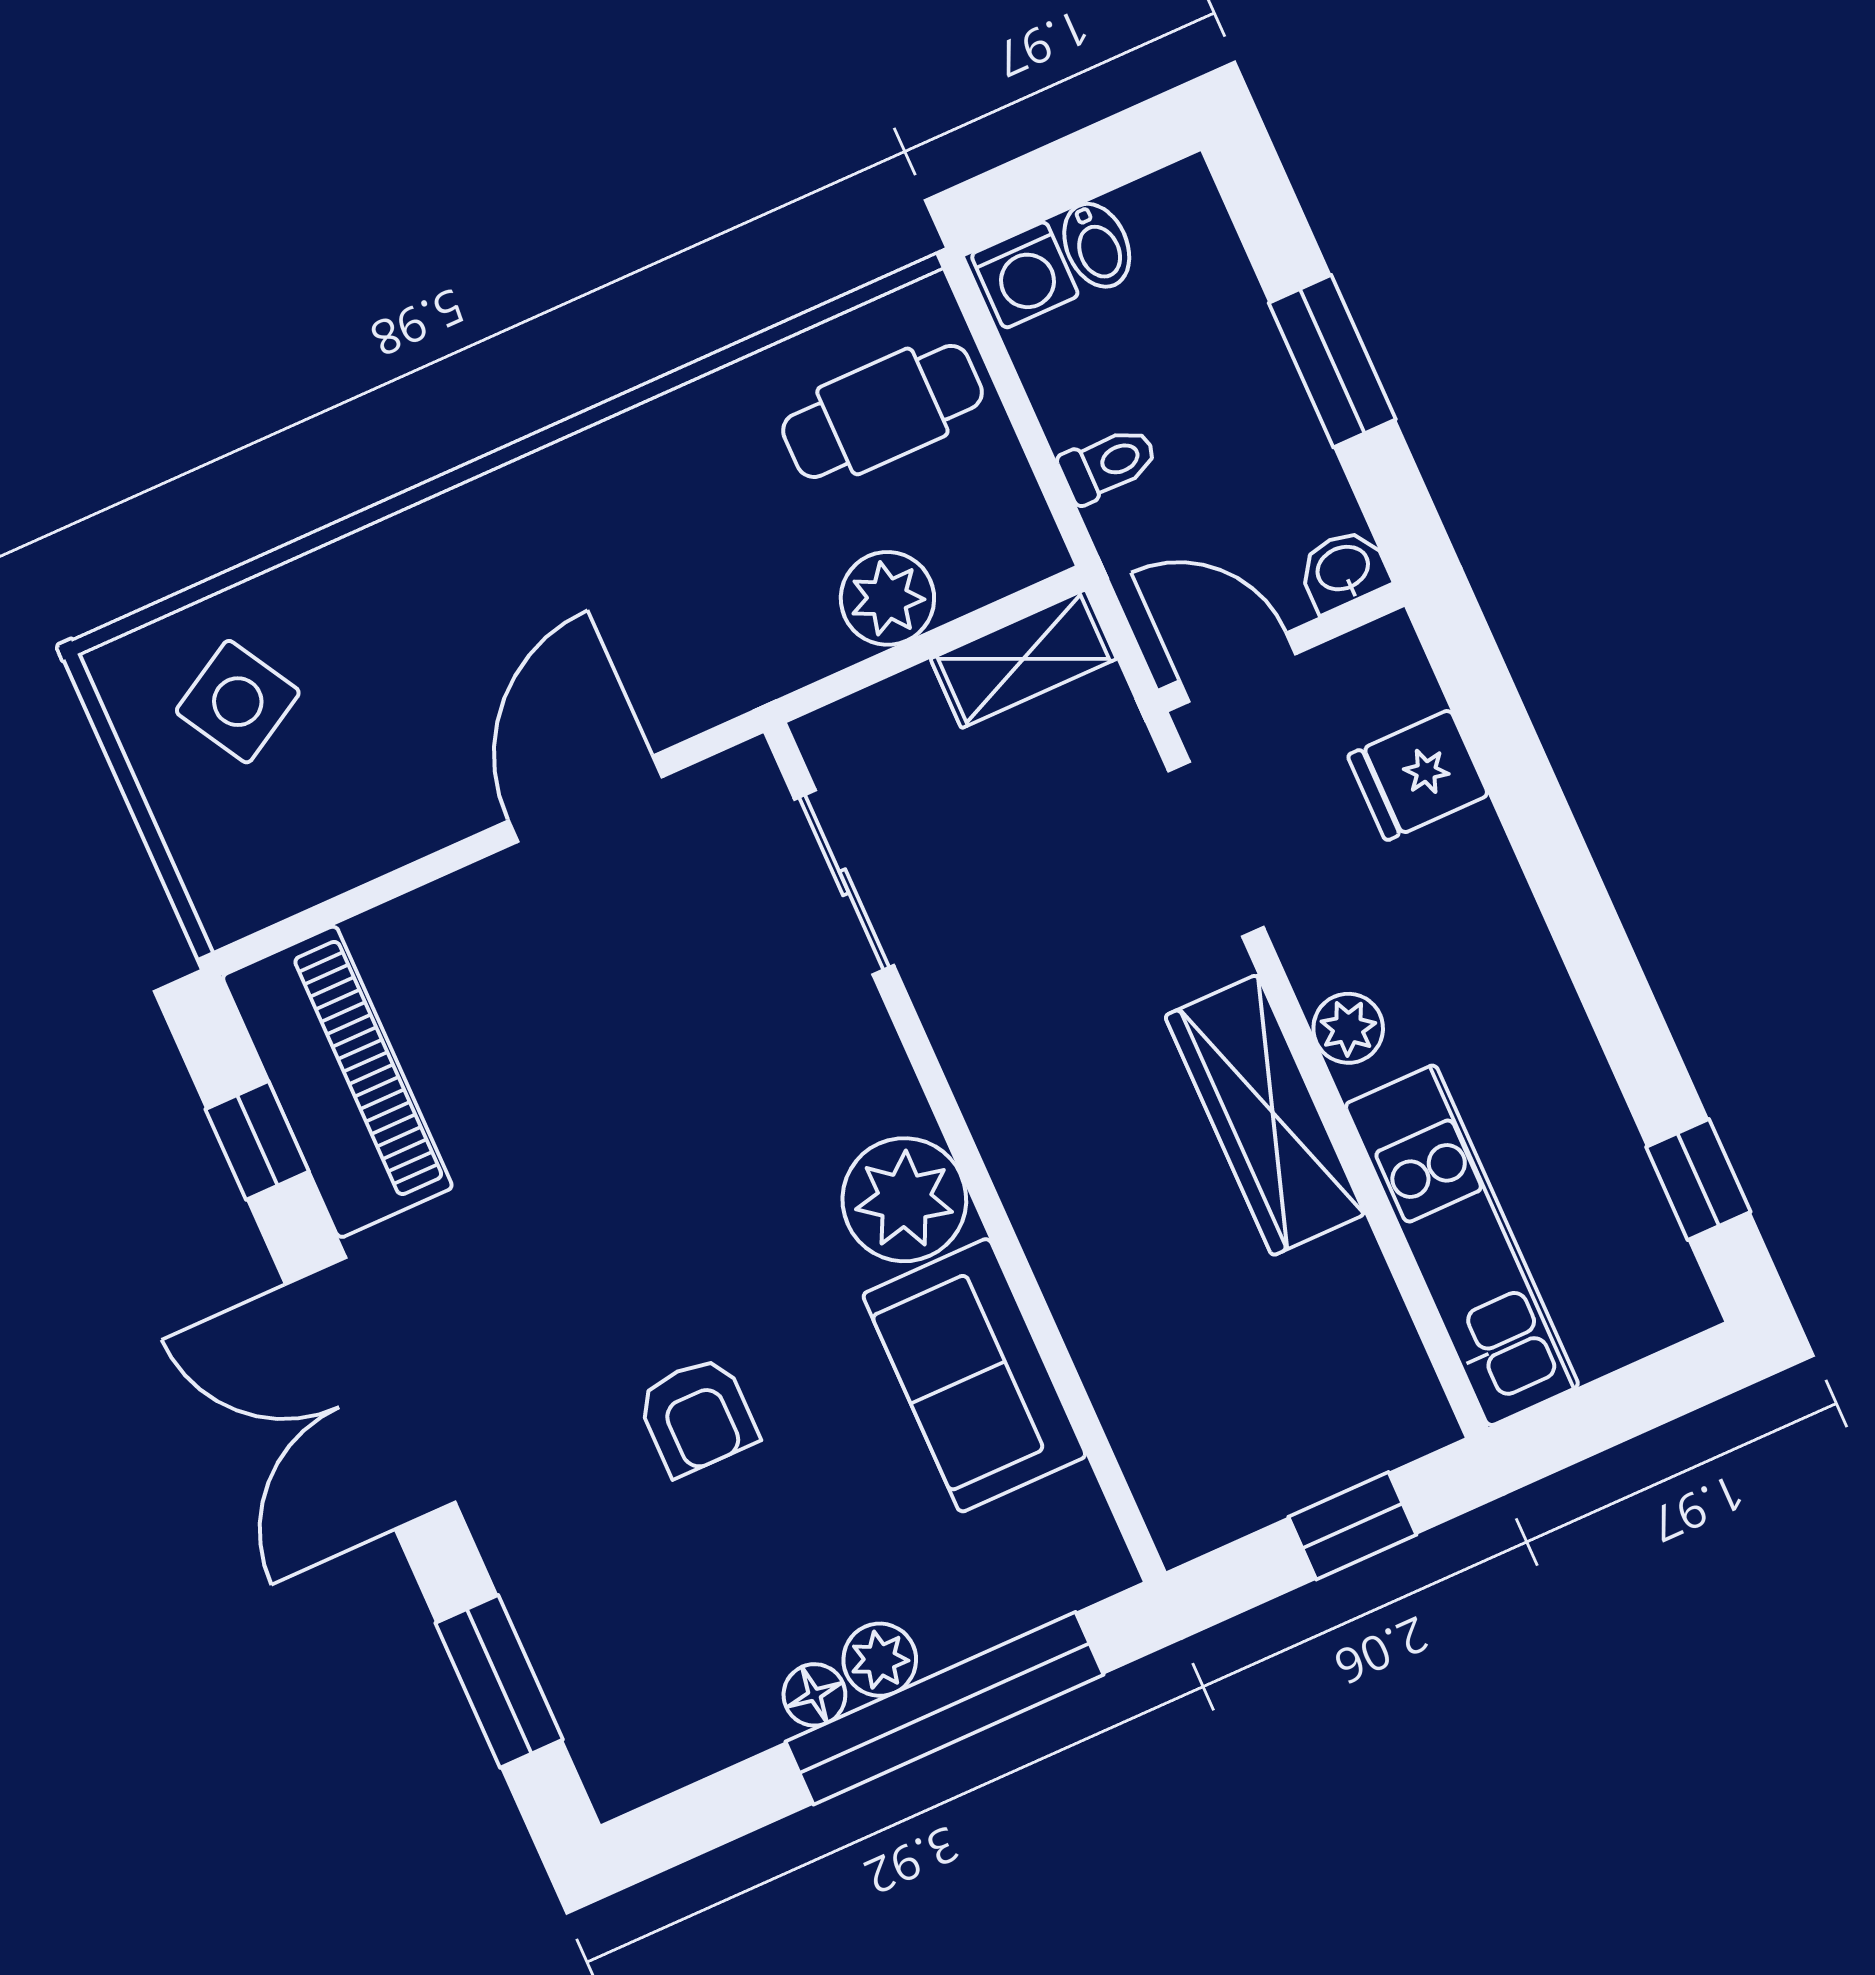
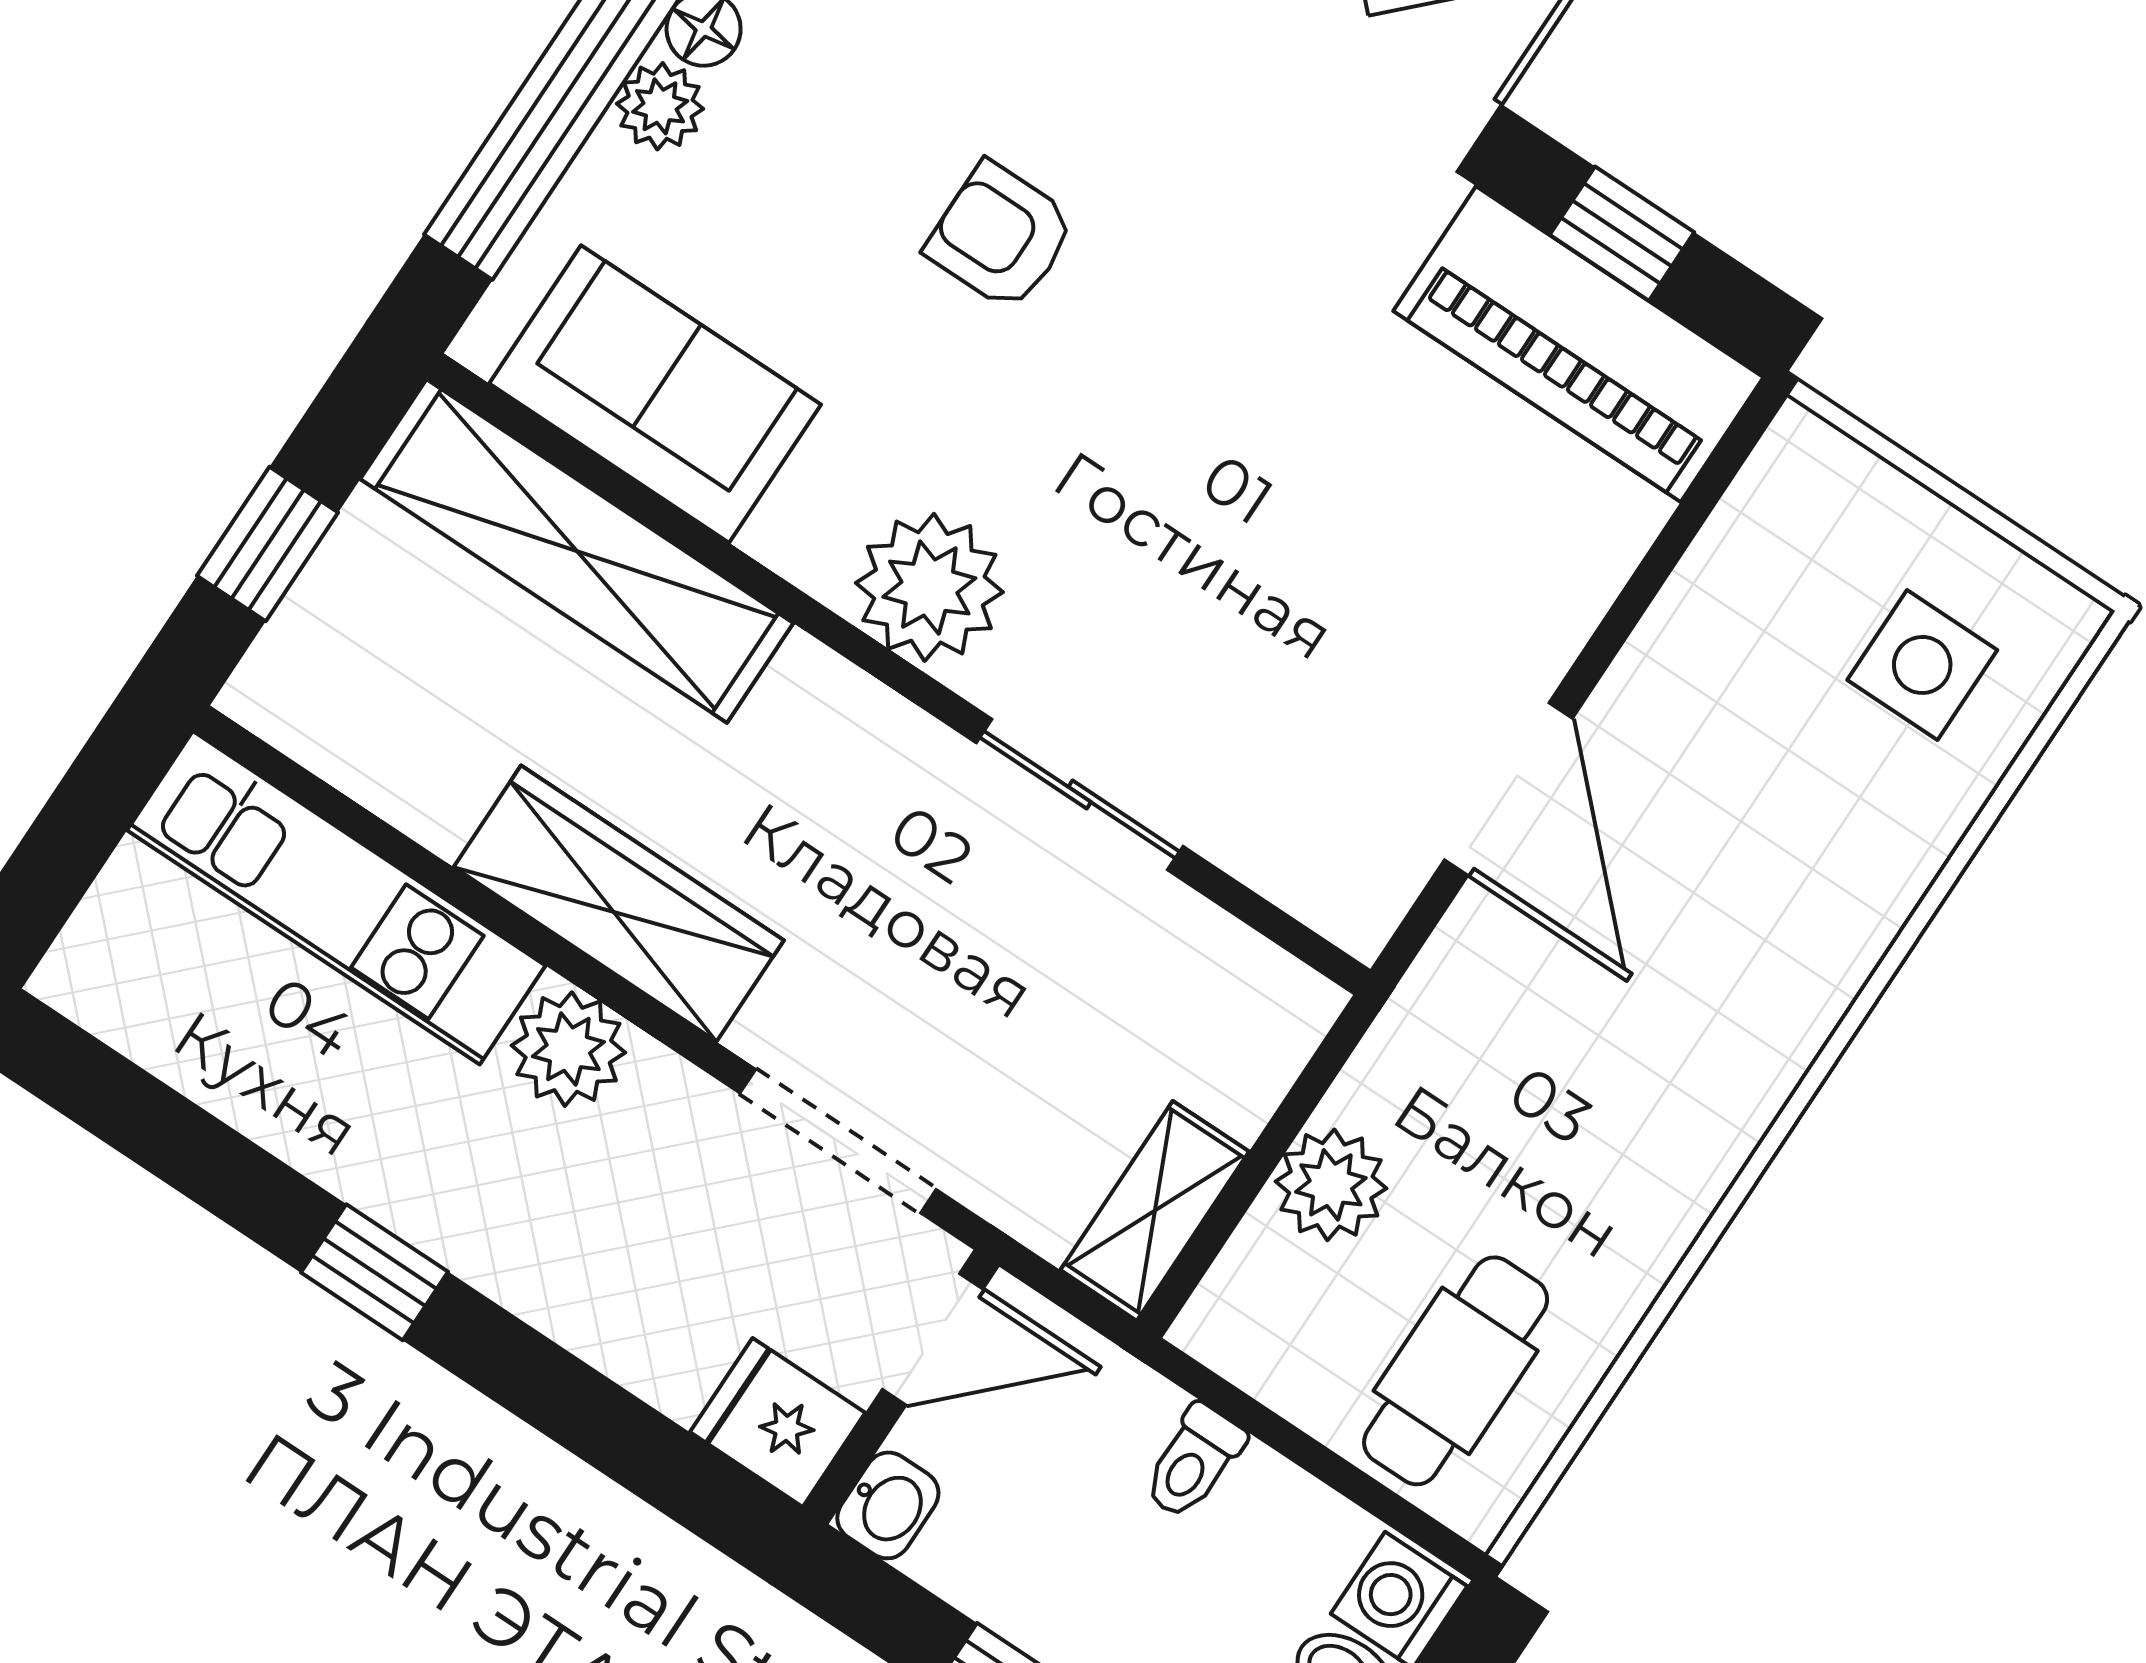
side table: (238, 702) -> (1922, 665), turned 30
fridge: (1418, 775) -> (778, 1422), moved, turned -90
sliding door: (844, 882) -> (1080, 795), moved
plant: (1348, 1028) -> (568, 1049), width x1.38, depth x1.38
window: (1698, 1179) -> (375, 1272), moved
sofa: (974, 1375) -> (655, 394), moved
shelving: (1137, 1383) -> (577, 551), added

